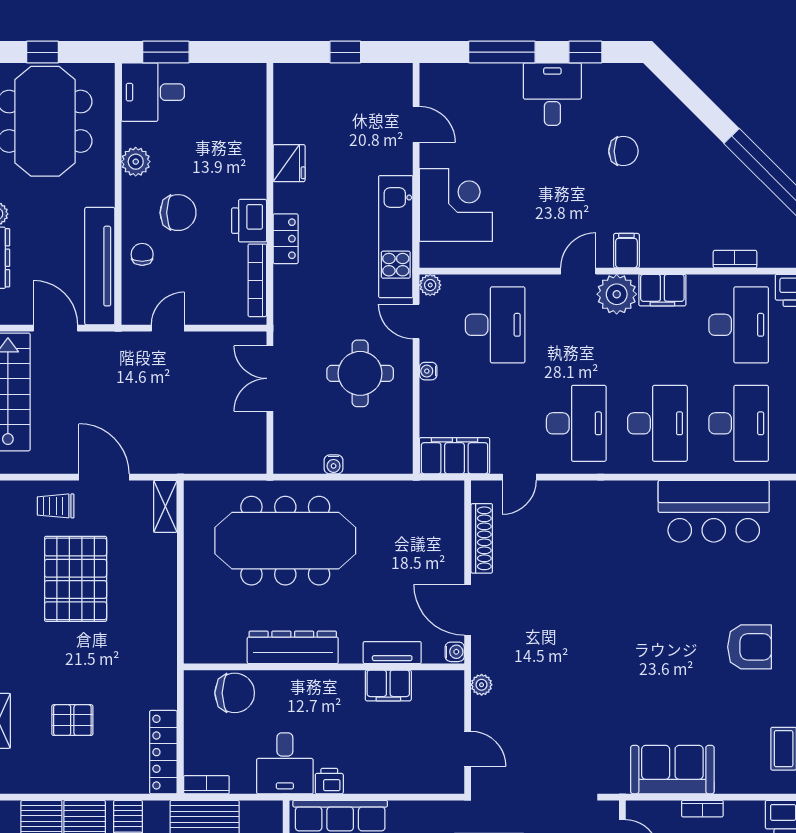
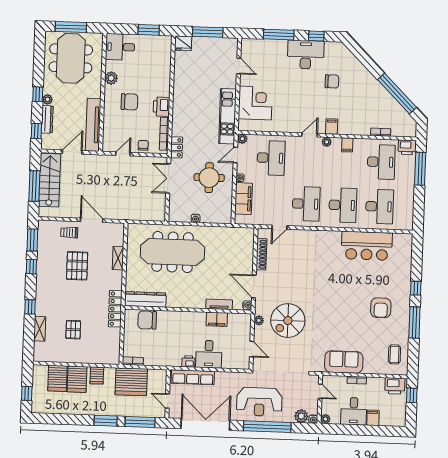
window: (43, 52) -> (71, 27), width x2.17
window: (166, 52) -> (149, 30), moved
window: (345, 52) -> (208, 32), width x2.17
desk: (552, 94) -> (306, 55), width x1.37
fridge: (289, 163) -> (183, 43), moved, turned 90
locker: (286, 239) -> (177, 147), moved
chair: (142, 254) -> (143, 145), moved
filing cabinet: (662, 290) -> (347, 145), width x0.50
plant: (617, 294) -> (327, 142), width x0.53, depth x0.53
door: (416, 321) -> (235, 155), hinge flipped
door: (55, 328) -> (72, 152), hinge flipped
filing cabinet: (455, 456) -> (243, 199), moved, turned 90
shelving: (165, 506) -> (118, 258), moved
pallet: (76, 579) -> (77, 266), width x0.73, depth x0.71
dresser: (293, 647) -> (145, 299), moved
armchair: (750, 647) -> (381, 308), turned 90
spiral stairs: (545, 683) -> (288, 321), added
chair: (235, 693) -> (147, 320), turned 180
pallet: (72, 720) -> (73, 330), turned 90
locker: (163, 752) -> (115, 309), moved
desk: (285, 763) -> (209, 354), moved

